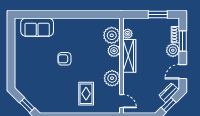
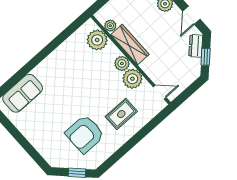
plant: (114, 51) -> (122, 63), moved
armchair: (64, 59) -> (85, 134), moved, width x1.88, depth x1.88
rug: (86, 94) -> (121, 114), turned 90

